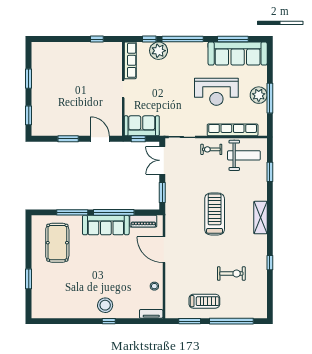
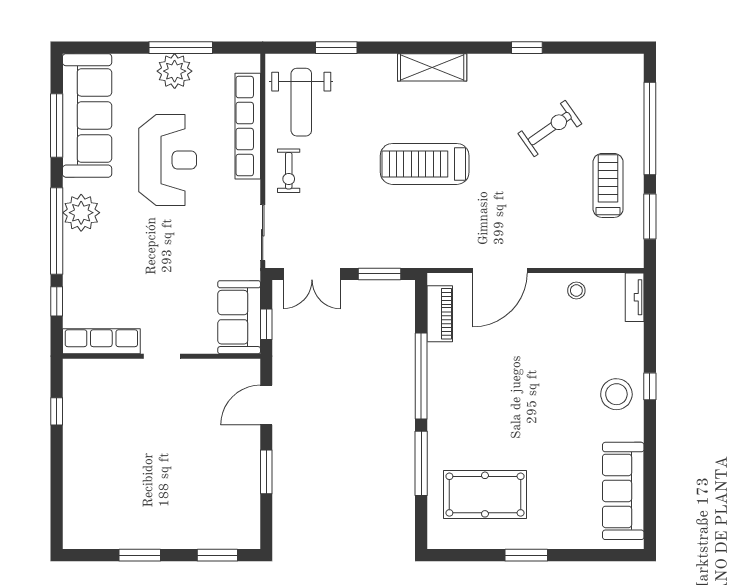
plant: (159, 51) -> (81, 213), moved
weight bench: (244, 155) -> (301, 102), turned 180
sofa: (106, 225) -> (623, 491), moved, turned 180
exercise bike: (231, 274) -> (550, 129), turned 55
window: (29, 279) -> (526, 555), moved

